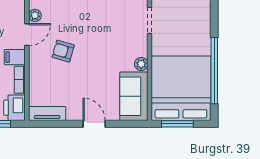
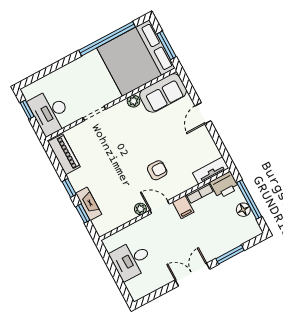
armchair: (63, 51) -> (157, 170), turned -106
tv unit: (47, 114) -> (211, 170), moved, turned 90

